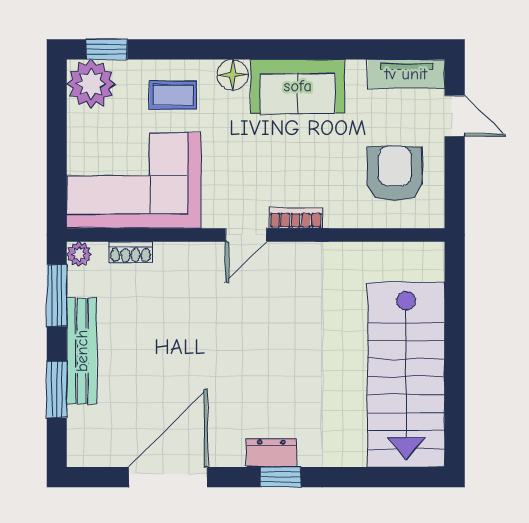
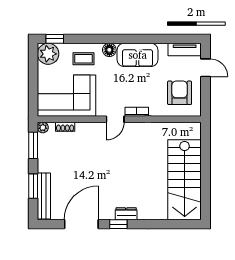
bench: (82, 351) -> (44, 196), moved
window: (281, 477) -> (118, 224), moved

